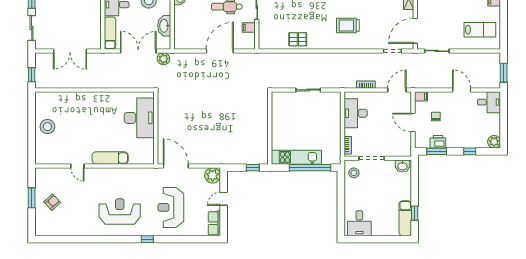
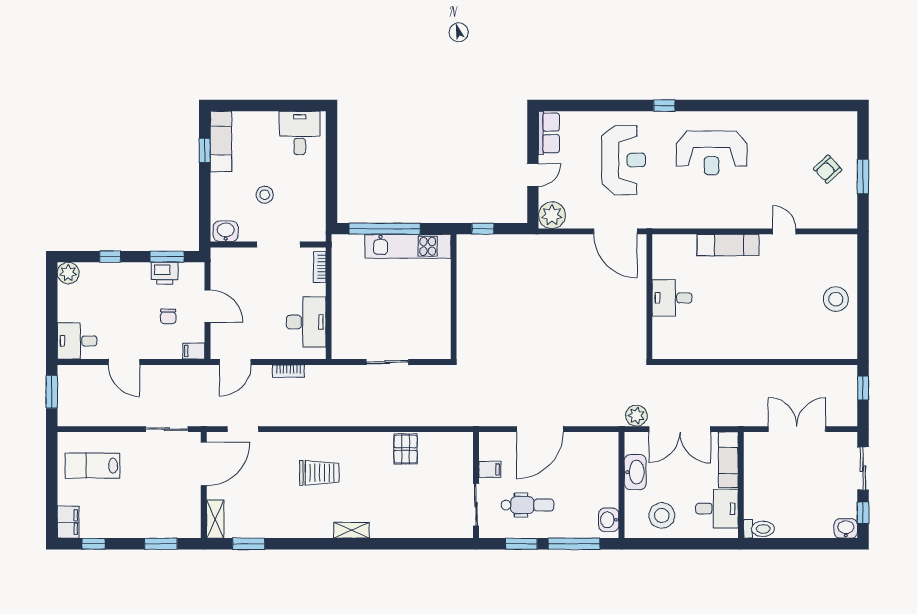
pallet: (298, 39) -> (406, 449), turned 90
desk: (139, 118) -> (672, 298), width x0.53, depth x0.77
stool: (354, 173) -> (265, 195), moved

